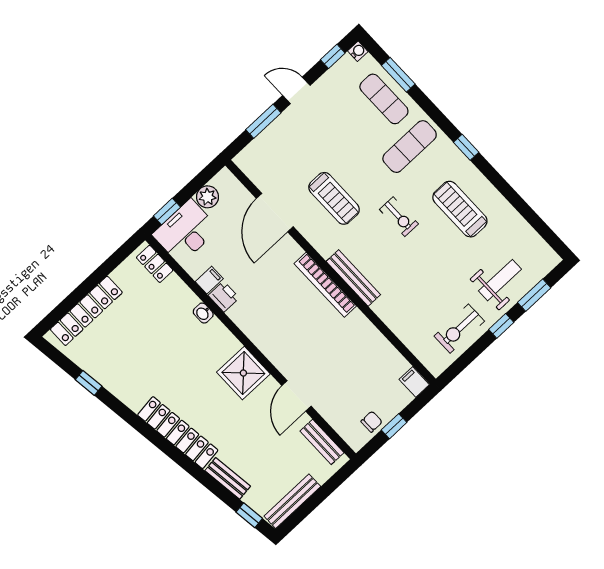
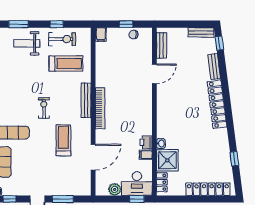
treadmill: (460, 209) -> (66, 63), moved, turned -90
window: (501, 326) -> (57, 24), moved
shower: (243, 373) -> (167, 160), moved
bench: (292, 501) -> (201, 32), width x0.73

